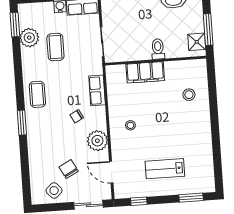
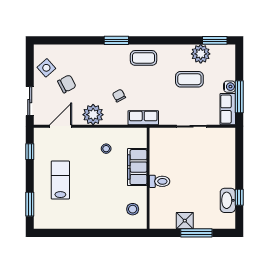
toilet: (158, 49) -> (160, 181), moved
wall: (156, 61) -> (148, 178), moved
filing cabinet: (145, 72) -> (137, 167), moved

